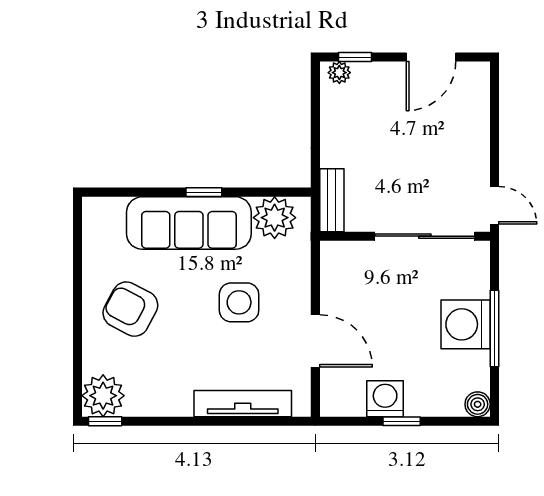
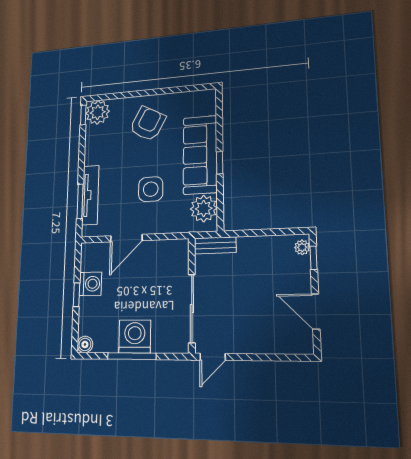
window: (252, 421) -> (80, 201), added

